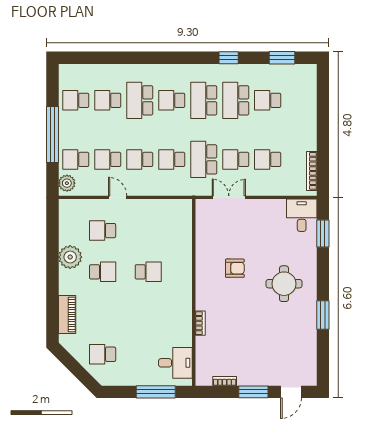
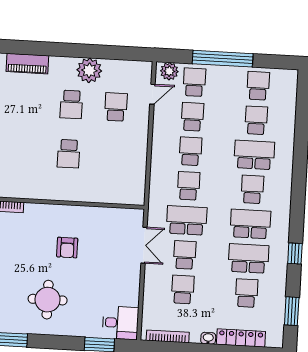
locker: (309, 103) -> (241, 338), added
washbasin: (311, 133) -> (208, 338), added
door: (118, 197) -> (152, 94), moved

